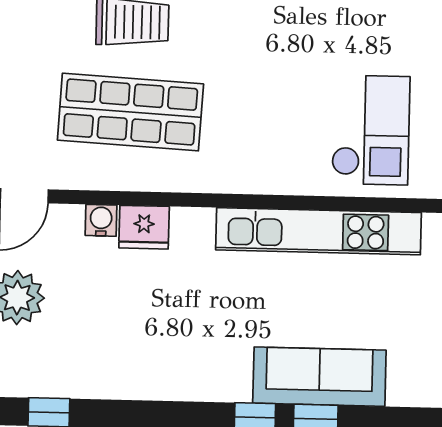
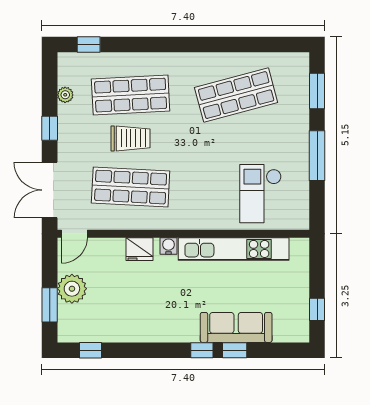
checkout: (371, 130) -> (261, 194), turned 180
water cooler: (101, 220) -> (168, 246), moved

